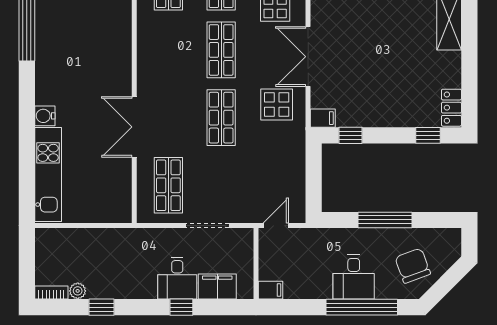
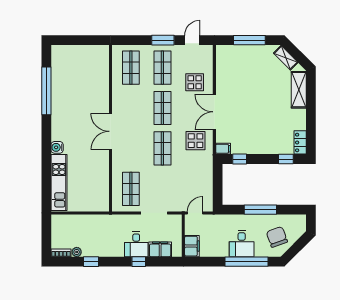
double door: (134, 127) -> (110, 131), moved
filing cabinet: (271, 290) -> (192, 246), width x2.00

